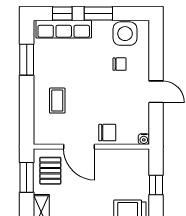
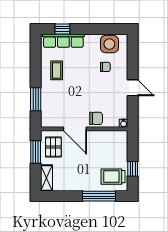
window: (98, 14) -> (89, 29), removed
window: (27, 60) -> (36, 99), moved
coffee table: (57, 101) -> (57, 70), moved
window: (156, 185) -> (133, 169), moved

